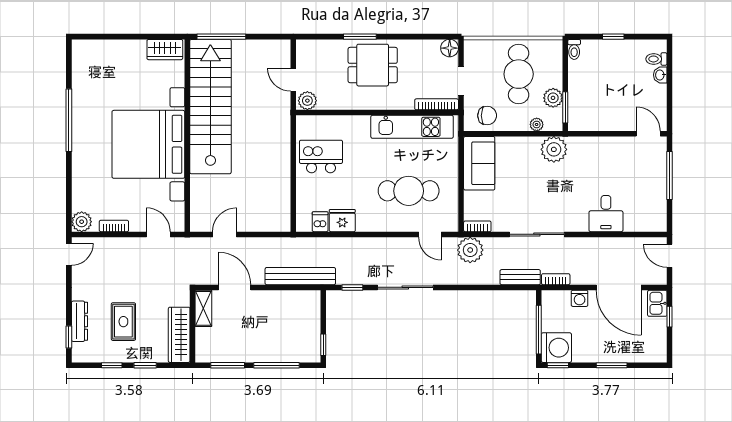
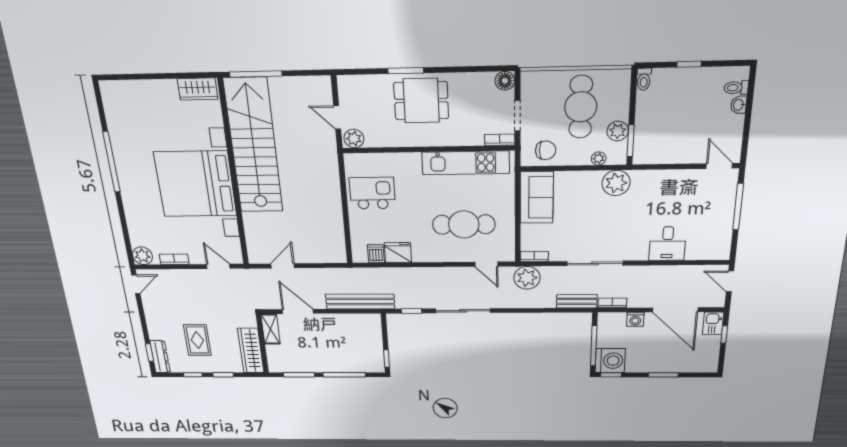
bookcase: (437, 104) -> (500, 140), width x0.64
dresser: (79, 321) -> (160, 357), moved

